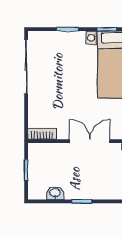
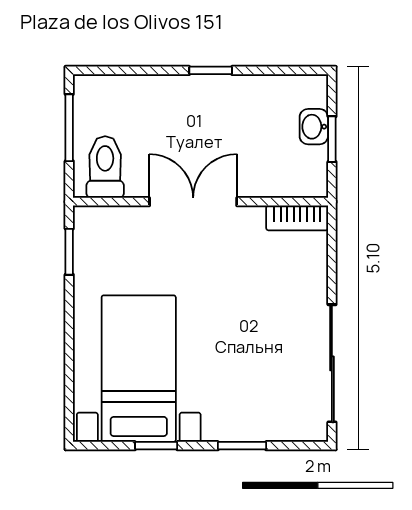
double door: (90, 141) -> (193, 202), swing flipped
washbasin: (55, 193) -> (314, 127), moved, turned 90

